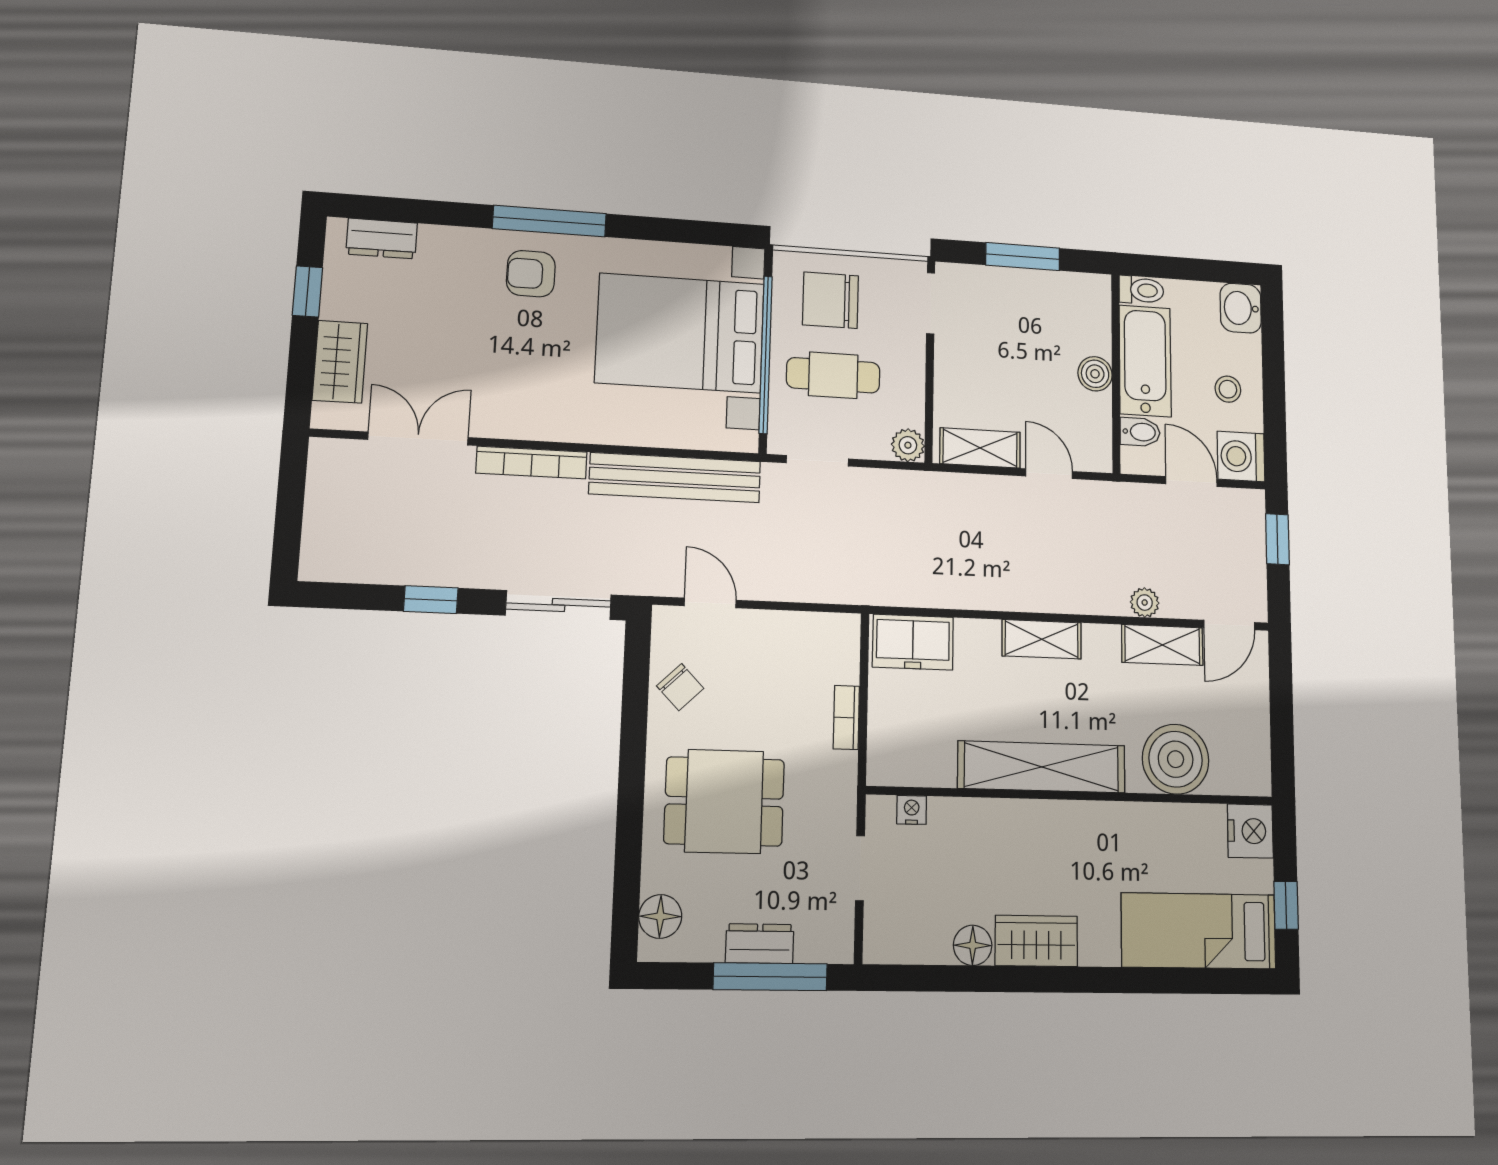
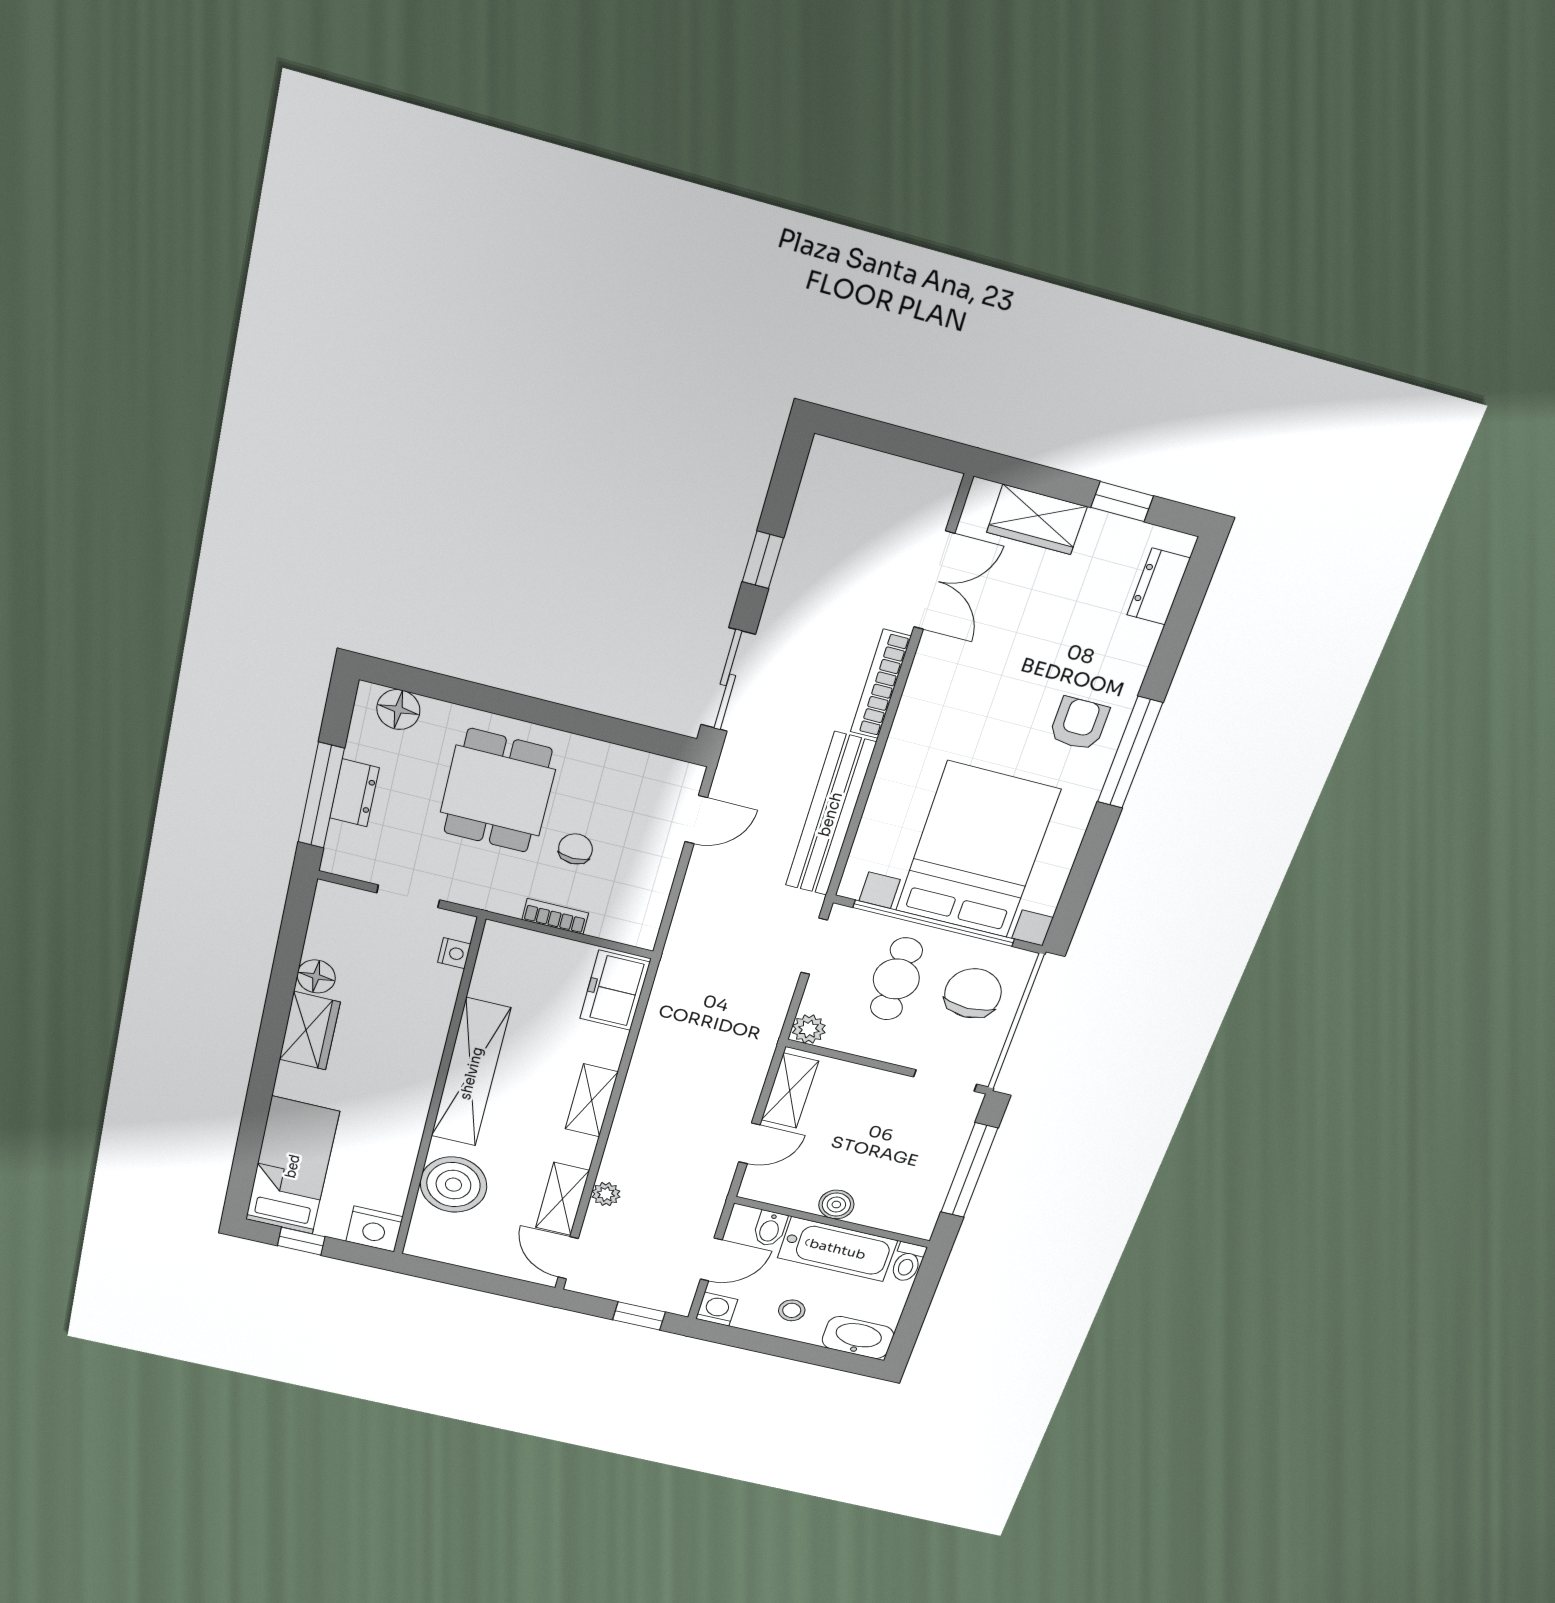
window: (1023, 257) -> (969, 1170), width x1.44
washbasin: (1241, 308) -> (858, 1338), width x1.38
washing machine: (1241, 456) -> (717, 1309), width x0.73, depth x0.73
chair: (680, 687) -> (575, 849), moved, turned 134

